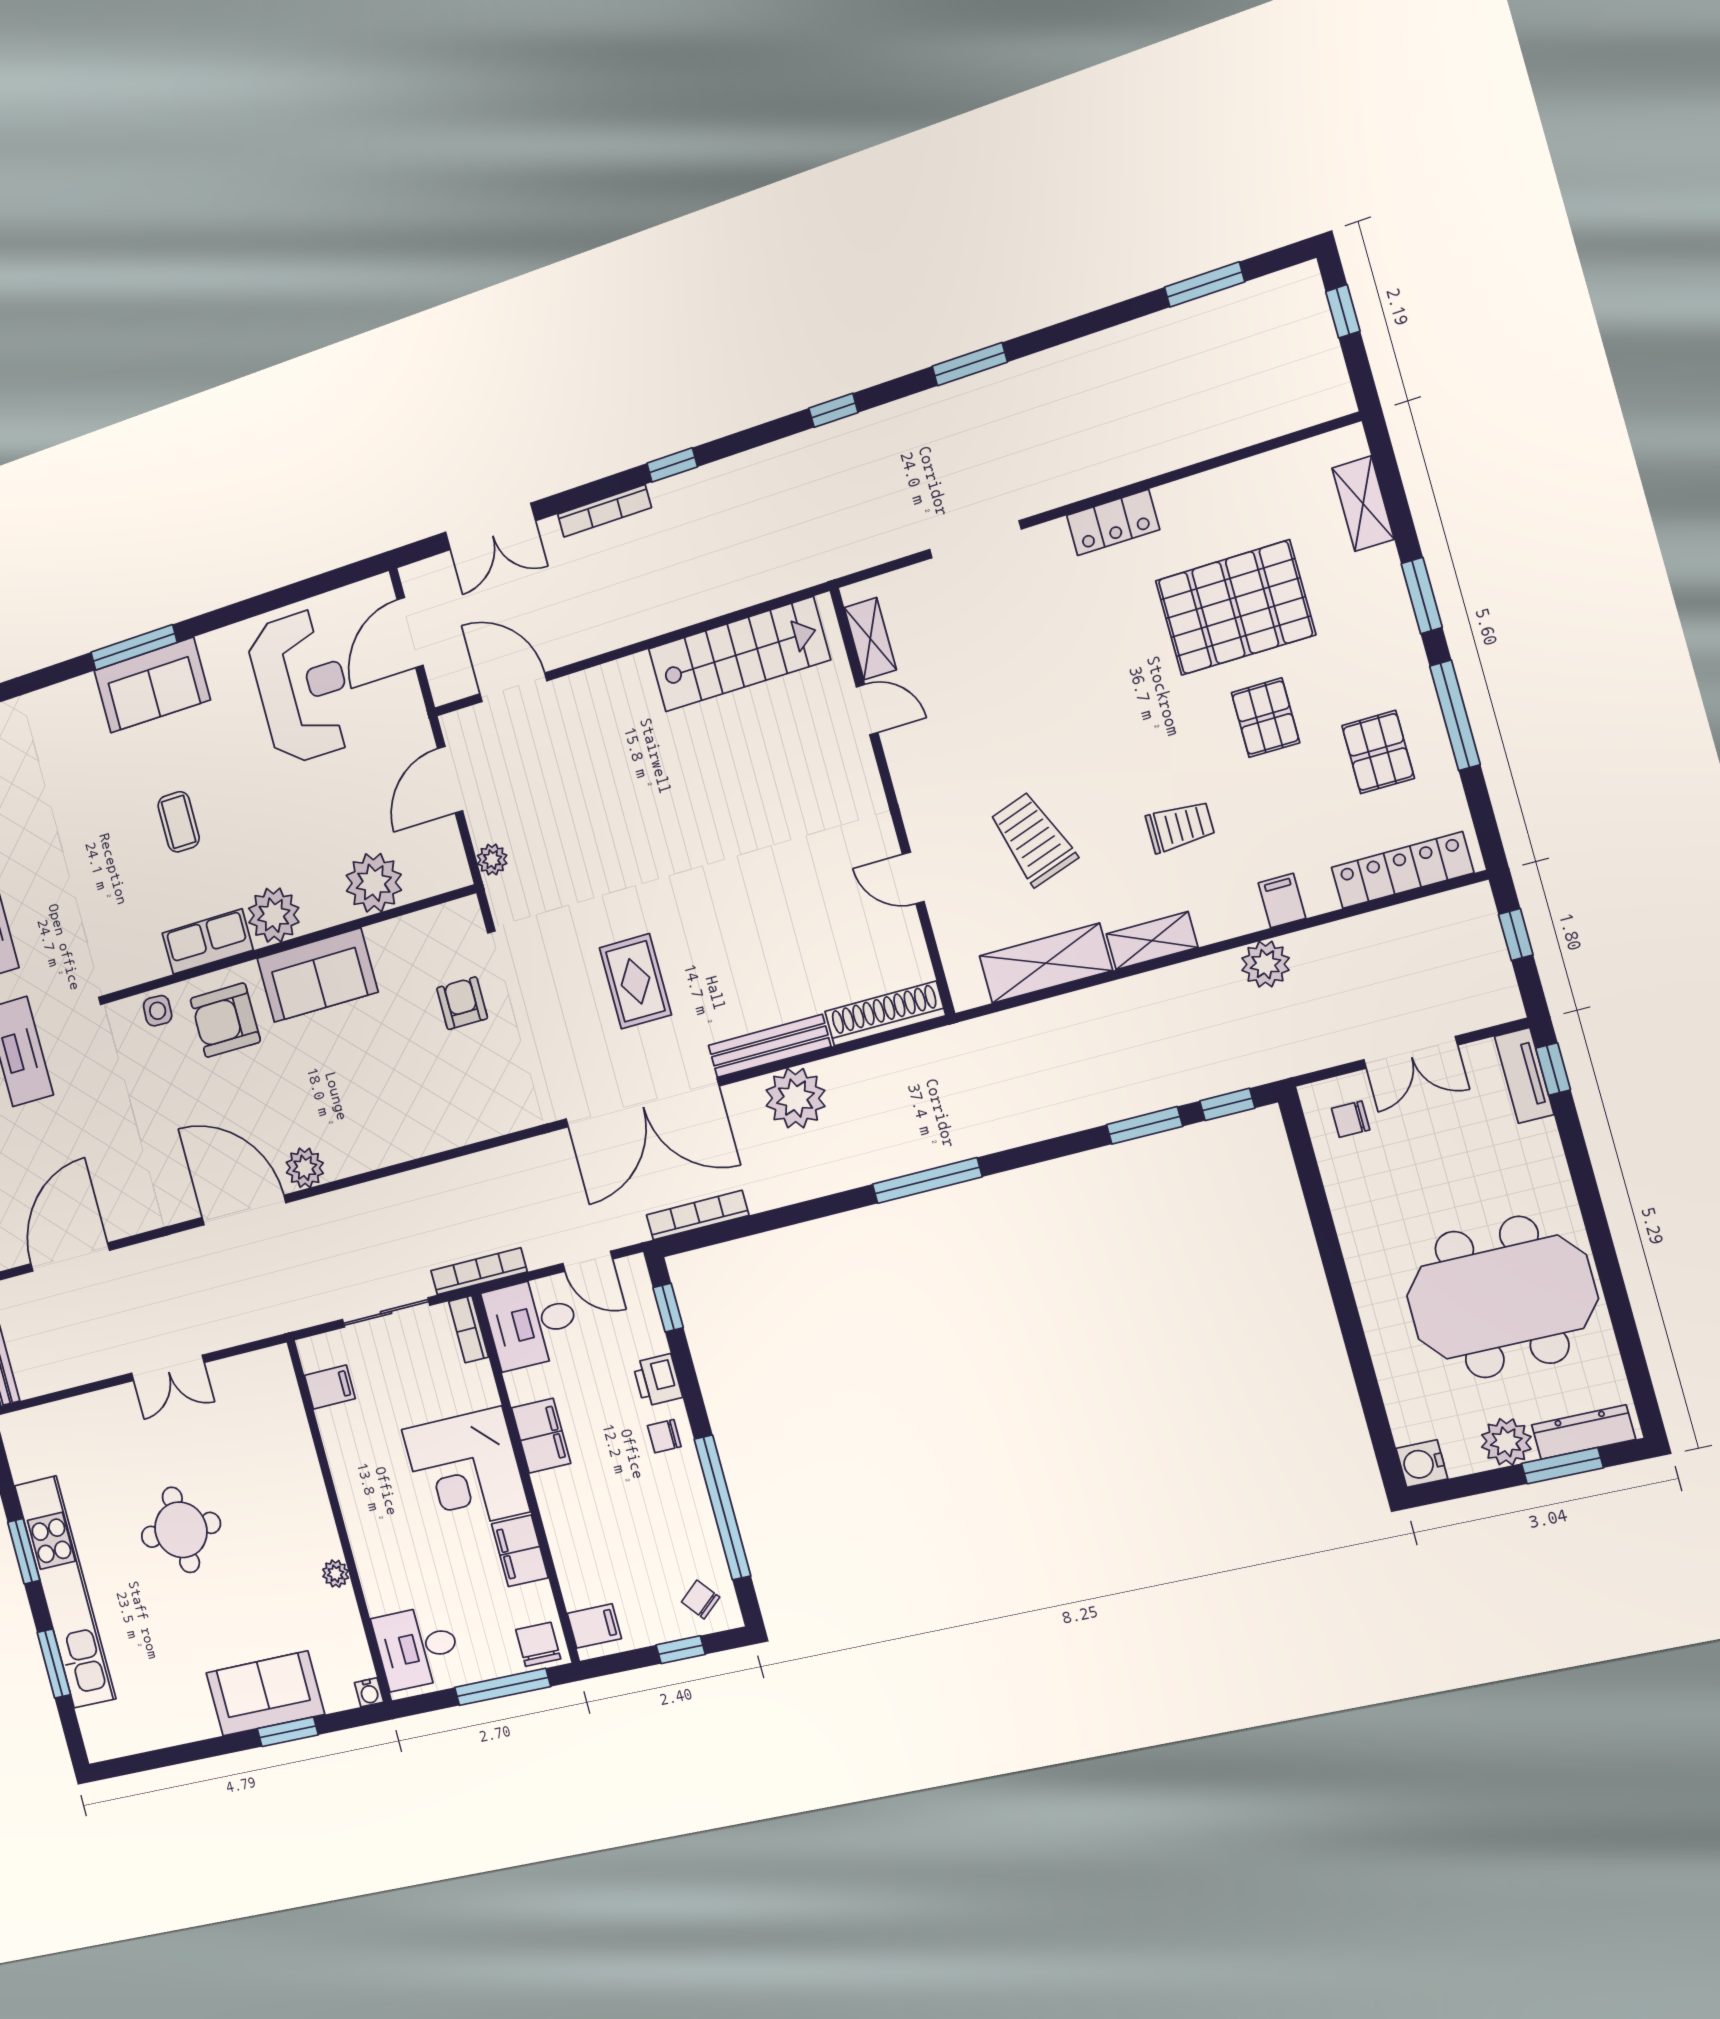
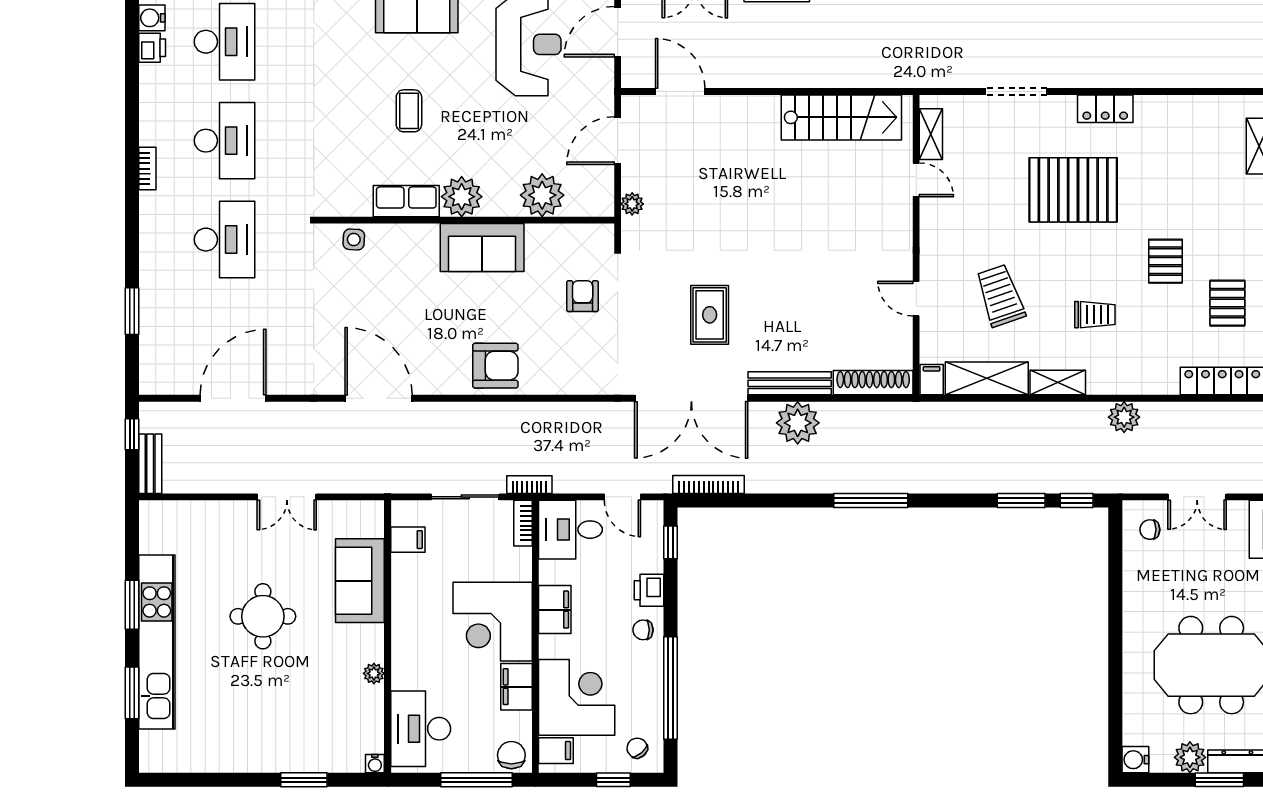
pallet: (1235, 608) -> (1073, 190), moved
filing cabinet: (1282, 901) -> (932, 380), moved
armchair: (225, 1020) -> (495, 366), moved, turned 180
plant: (305, 1168) -> (434, 380), removed
bookcase: (479, 1271) -> (529, 485), width x0.64
corner desk: (602, 1548) -> (577, 697), added
desk: (417, 1648) -> (421, 729), width x1.37
sofa: (265, 1694) -> (360, 581), moved, turned -90

